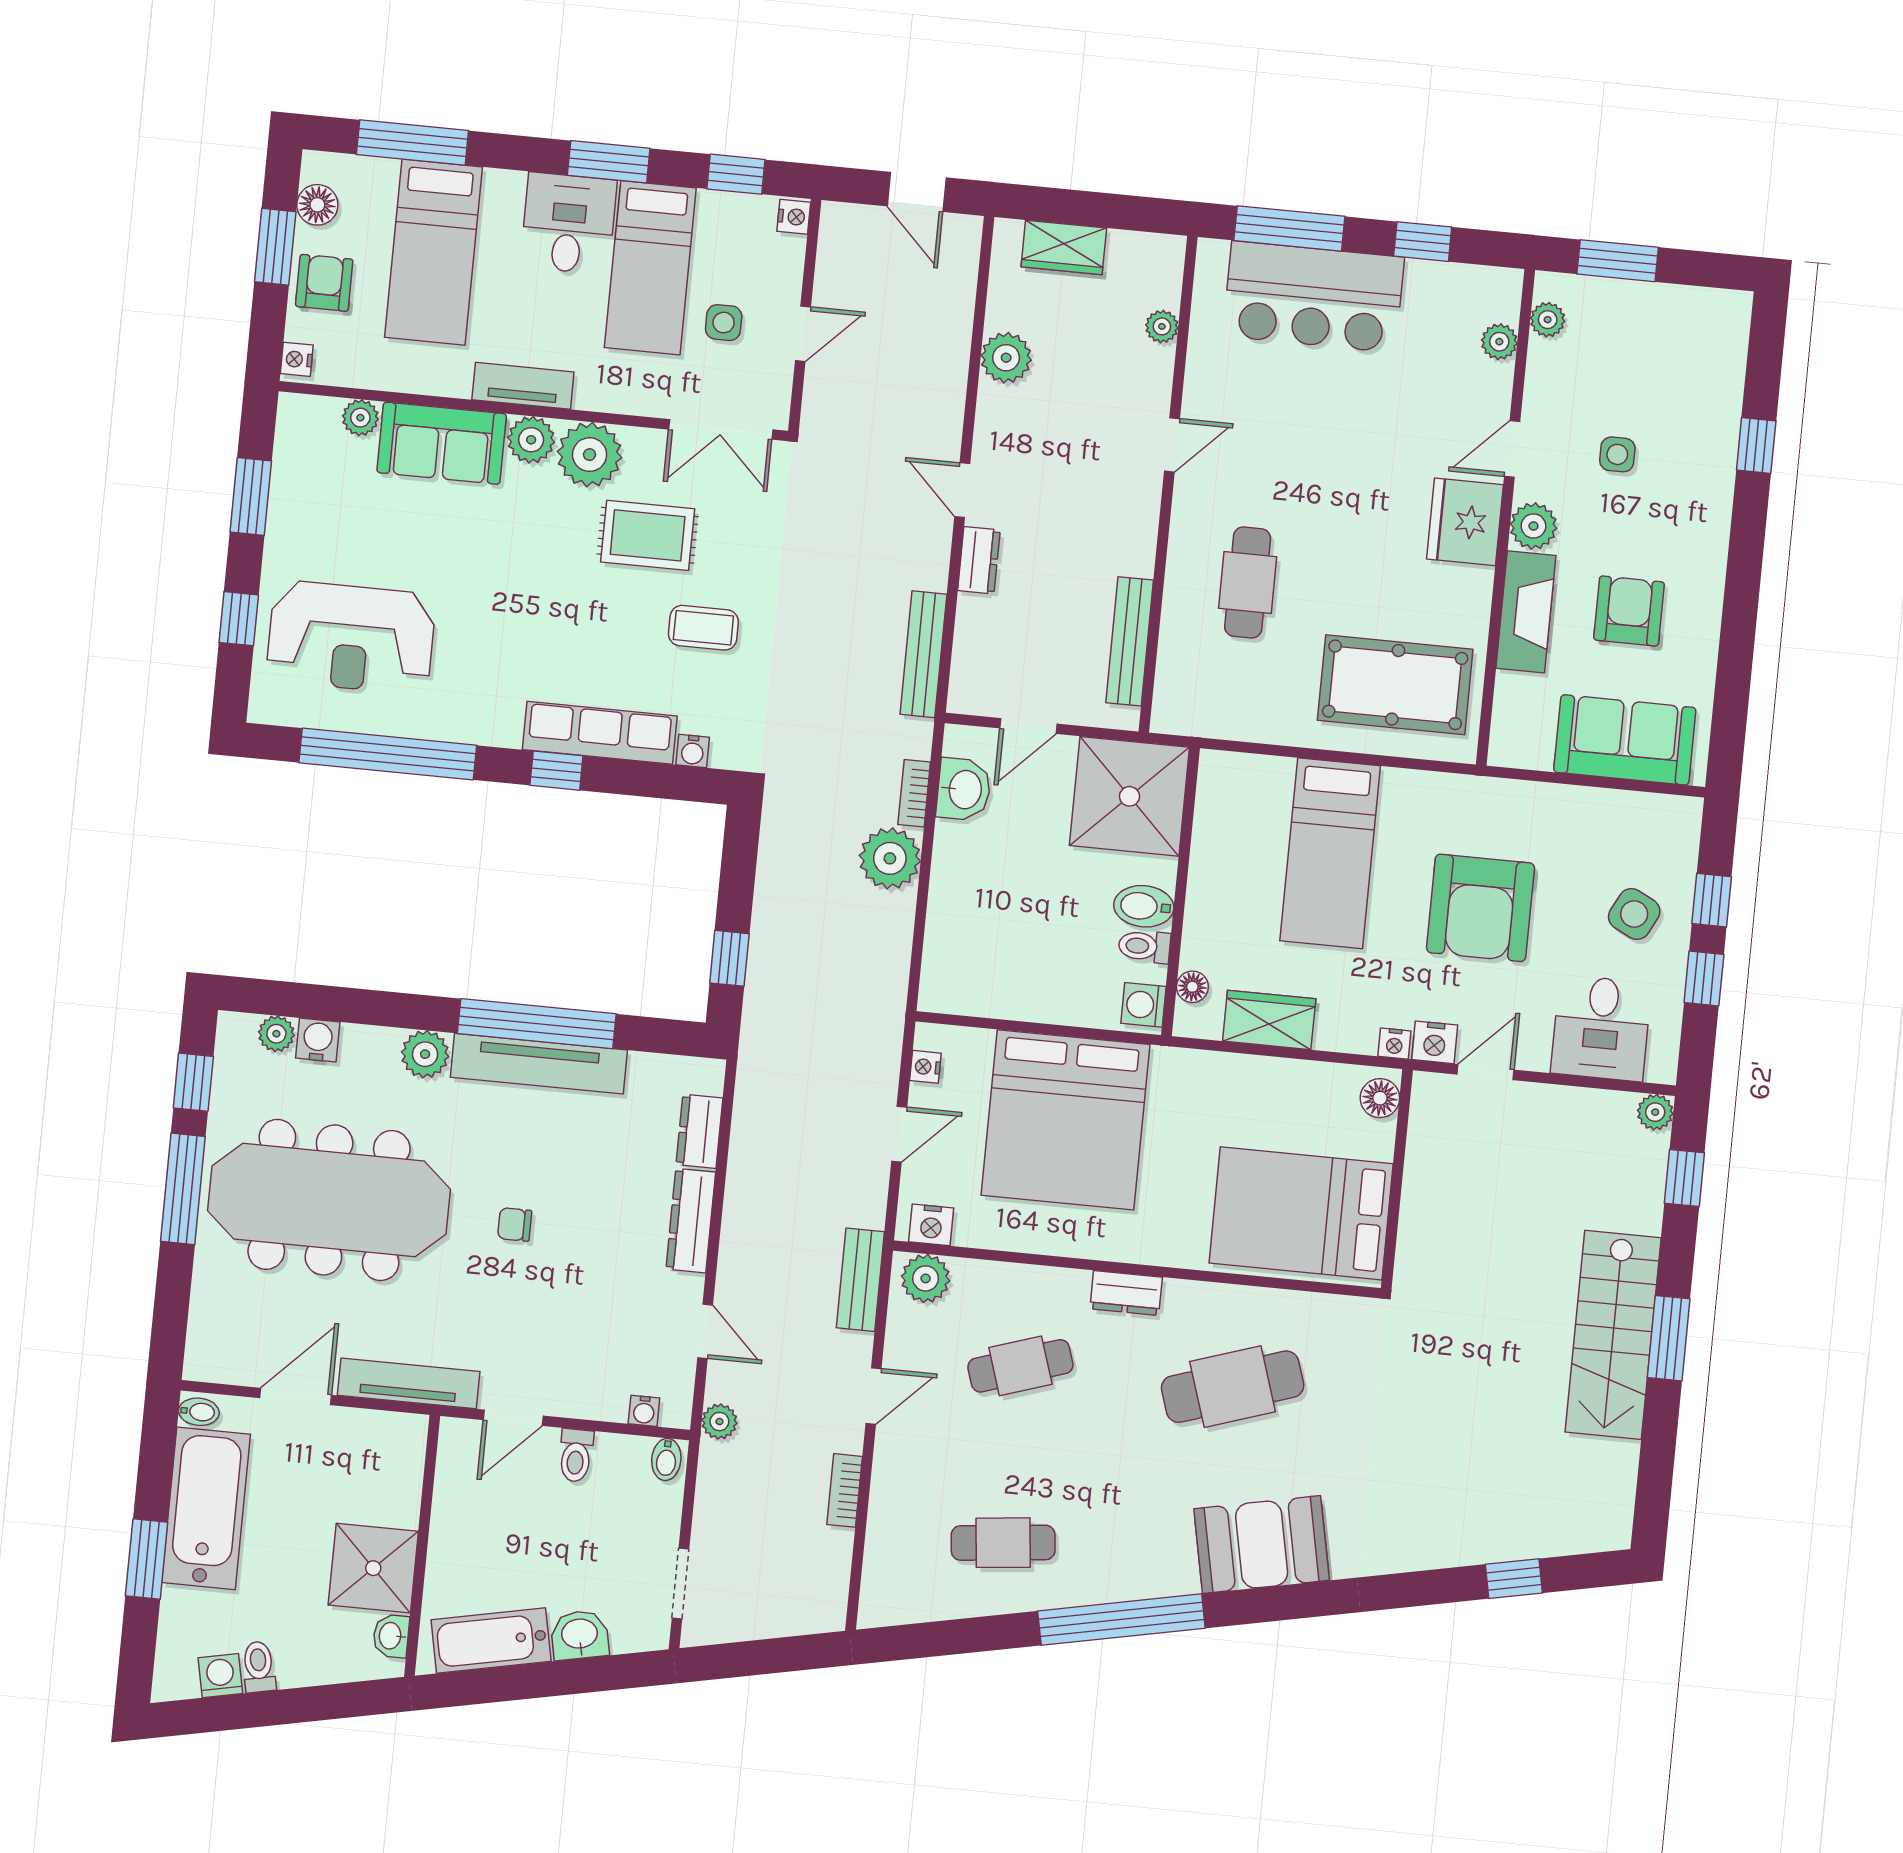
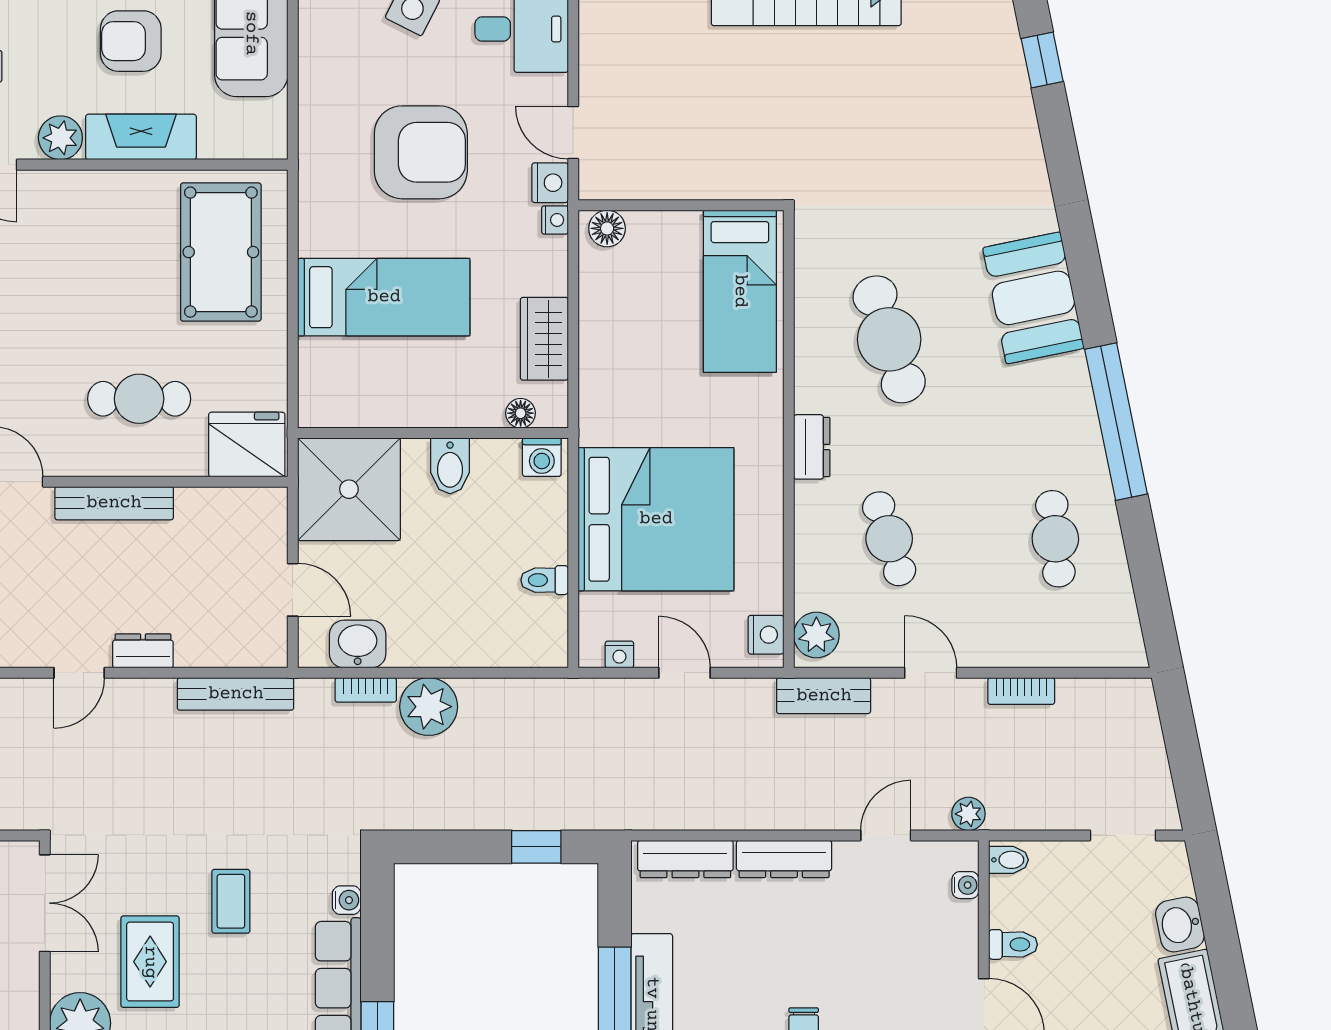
fridge: (1465, 522) -> (247, 445), moved, turned 180
bench: (1130, 641) -> (114, 503), moved
toilet: (1144, 946) -> (545, 580), moved, turned 90
dresser: (699, 1131) -> (685, 859), width x1.44
bed: (1301, 1213) -> (740, 291), width x0.67

